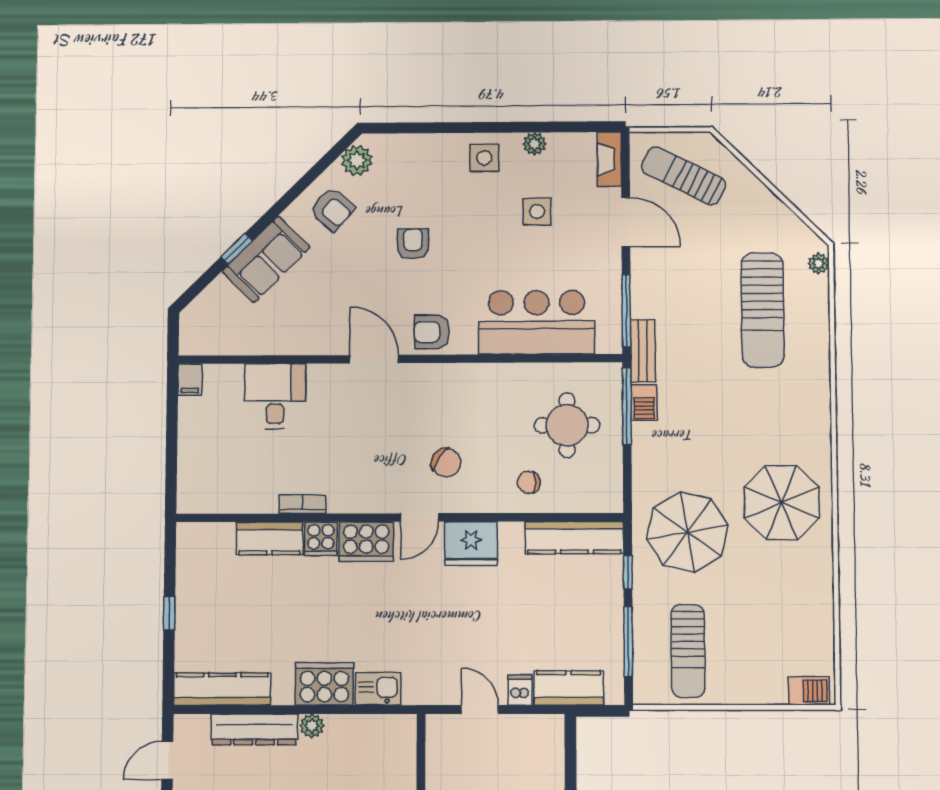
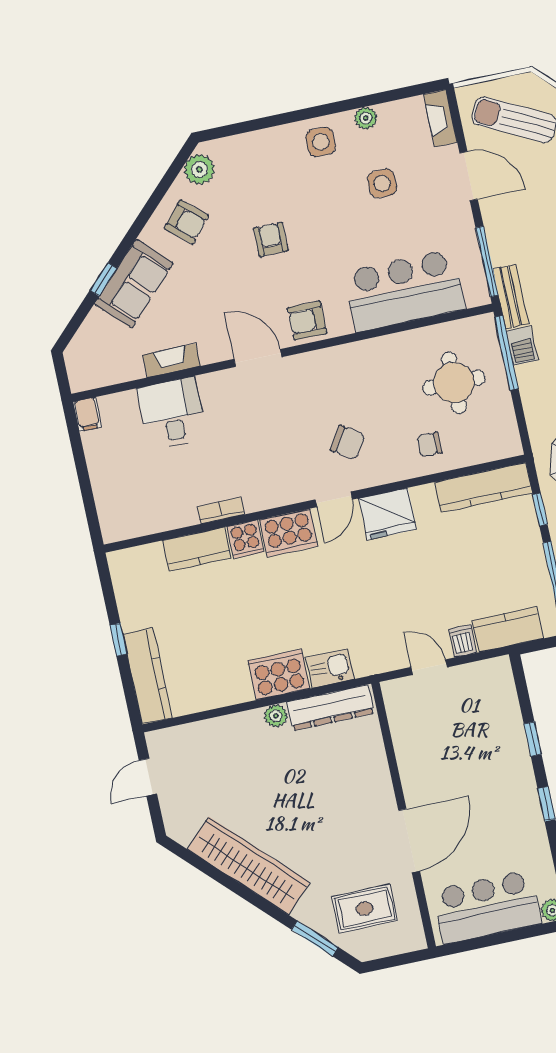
fireplace: (287, 343) -> (172, 360), added
kitchen counter: (222, 689) -> (148, 676), moved, turned 90
dresser: (254, 729) -> (330, 708), moved

